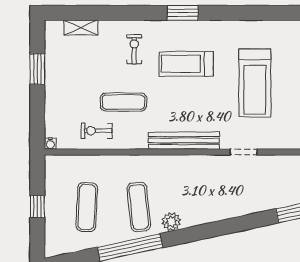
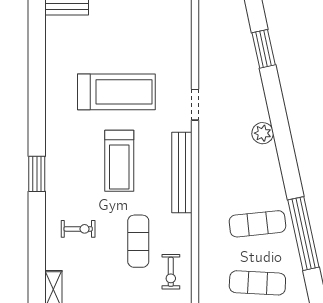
exercise bike: (134, 49) -> (78, 229), turned 180
treadmill: (186, 64) -> (119, 161), moved
plant: (171, 222) -> (263, 133), moved

